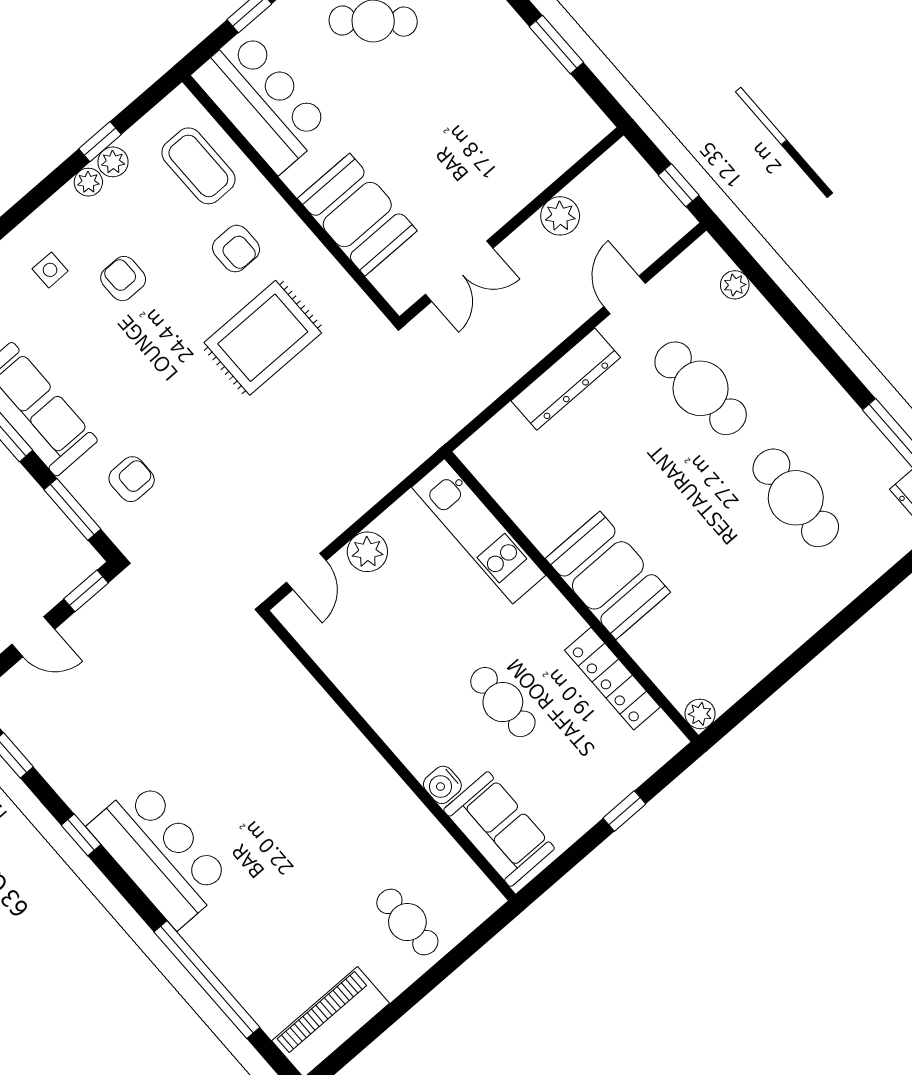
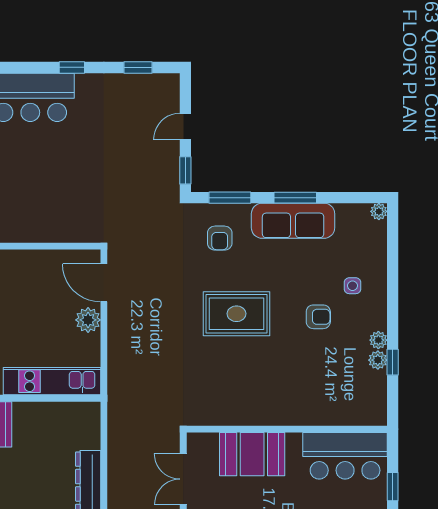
coffee table: (198, 166) -> (341, 399), removed
armchair: (236, 249) -> (286, 383), removed
rug: (263, 338) -> (236, 314), moved, turned 90
door: (306, 571) -> (104, 283), width x1.38

